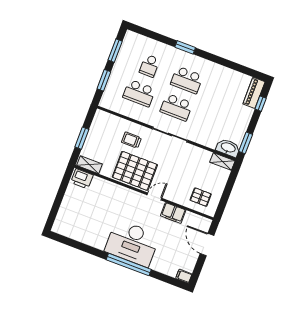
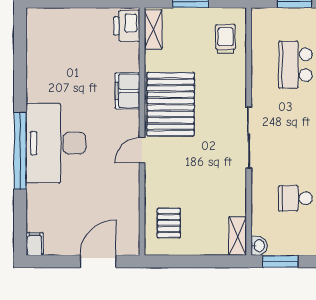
school desk: (176, 107) -> (295, 198), moved, width x0.54
trolley: (131, 140) -> (226, 39), moved
washbasin: (228, 148) -> (259, 246), width x0.52, depth x0.69
door: (154, 196) -> (142, 150), swing flipped
filing cabinet: (173, 213) -> (127, 91), moved

